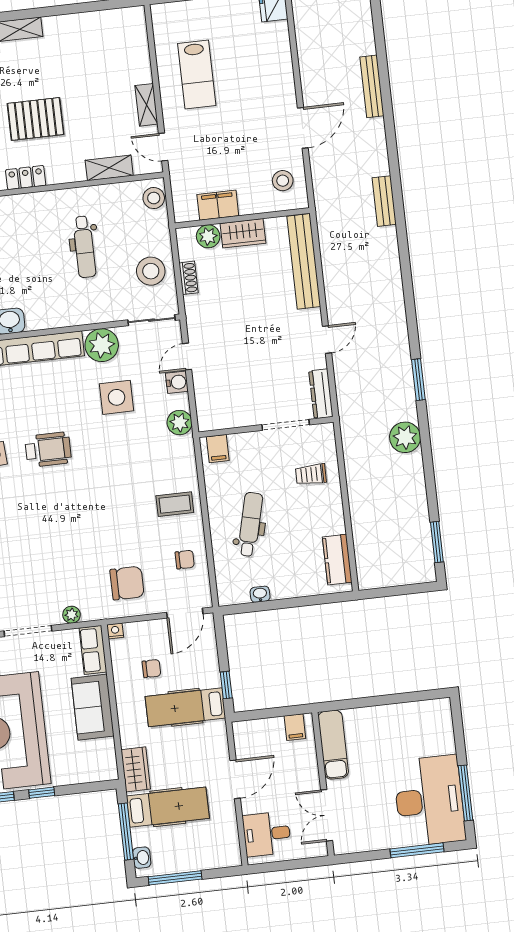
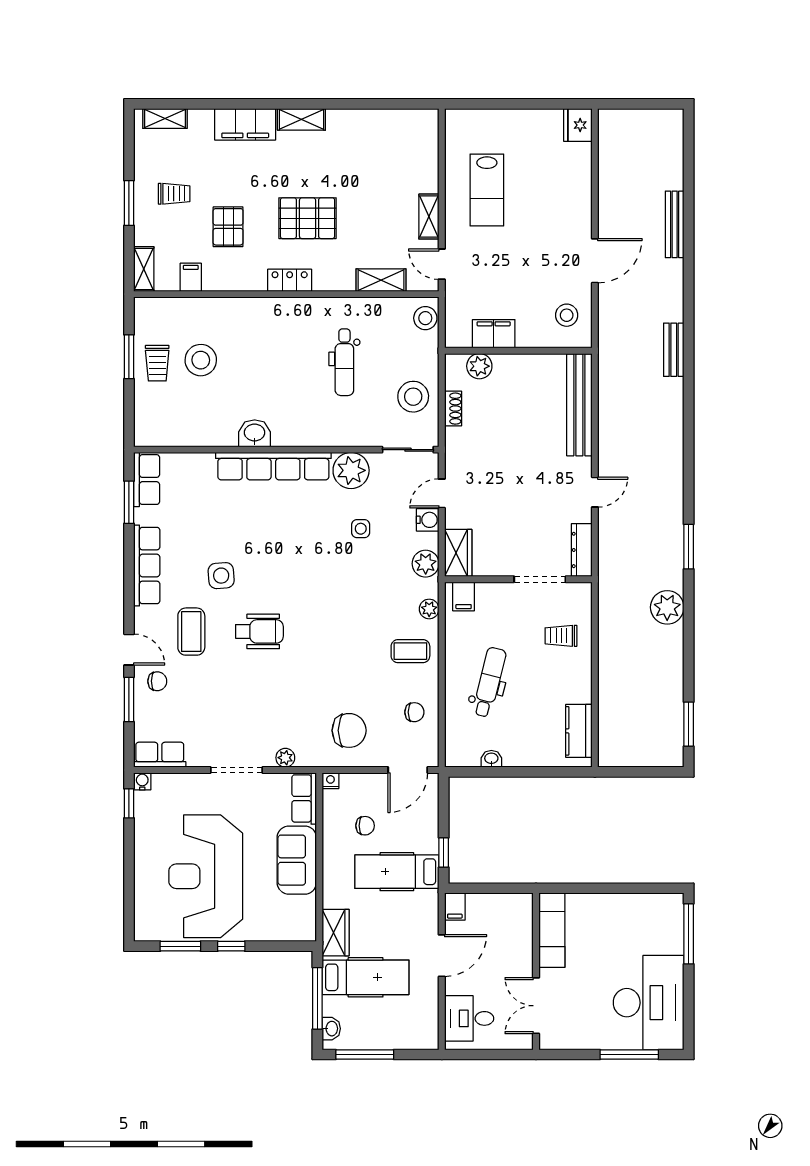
wardrobe: (243, 233) -> (458, 553), moved, turned -90
side table: (117, 397) -> (361, 529), width x0.54, depth x0.54
wheelchair: (48, 450) -> (259, 631), moved
plant: (188, 464) -> (429, 609), added
filing cabinet: (295, 727) -> (455, 907), moved
window: (465, 793) -> (689, 934), moved

